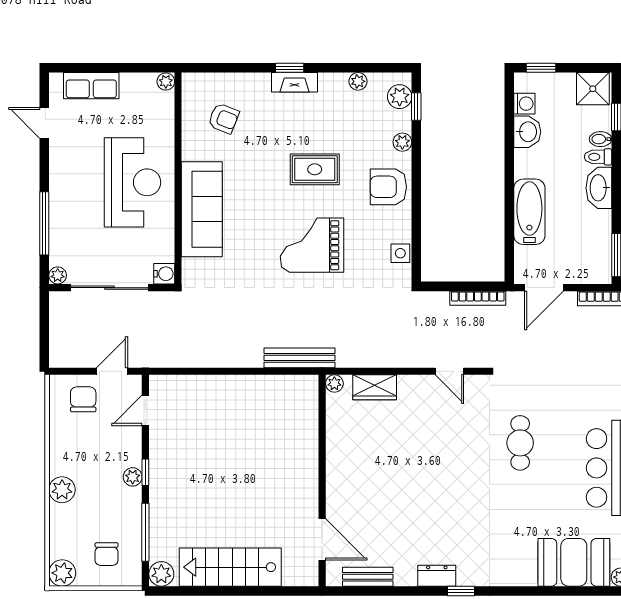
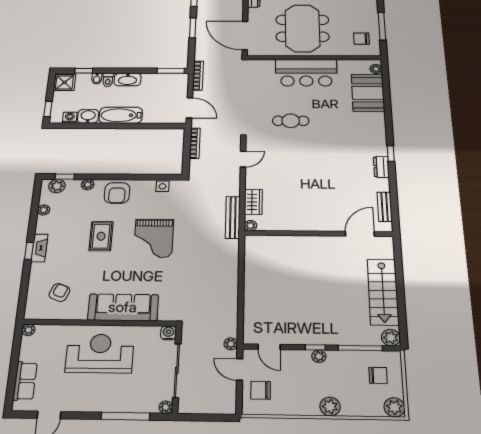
bathtub: (529, 212) -> (121, 115), moved
bench: (300, 358) -> (233, 217), moved
plant: (149, 359) -> (231, 344), added

